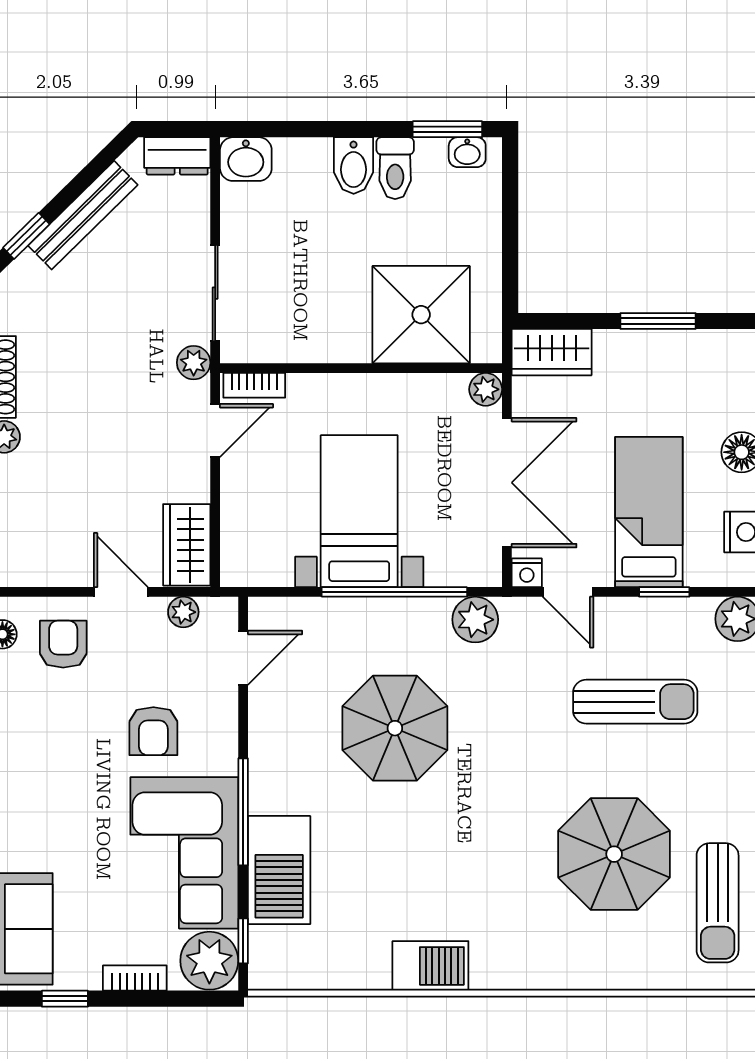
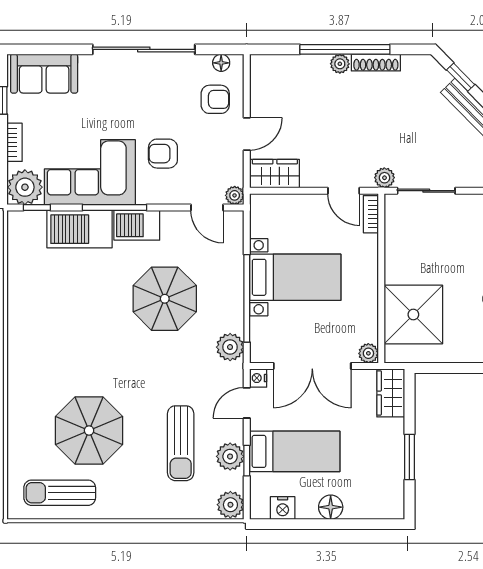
plant: (183, 612) -> (235, 195), moved
plant: (657, 620) -> (230, 456), added
barbecue: (430, 966) -> (137, 225), moved, turned 90

